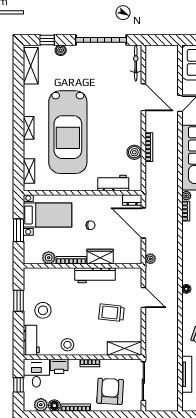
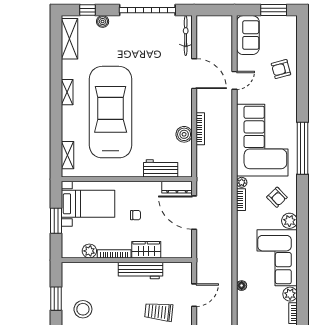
shelving: (29, 128) -> (67, 92), moved
car: (68, 132) -> (111, 112), turned 180
dresser: (132, 200) -> (177, 187), width x1.44
plant: (150, 259) -> (202, 252), removed
door: (143, 298) -> (194, 295), hinge flipped

